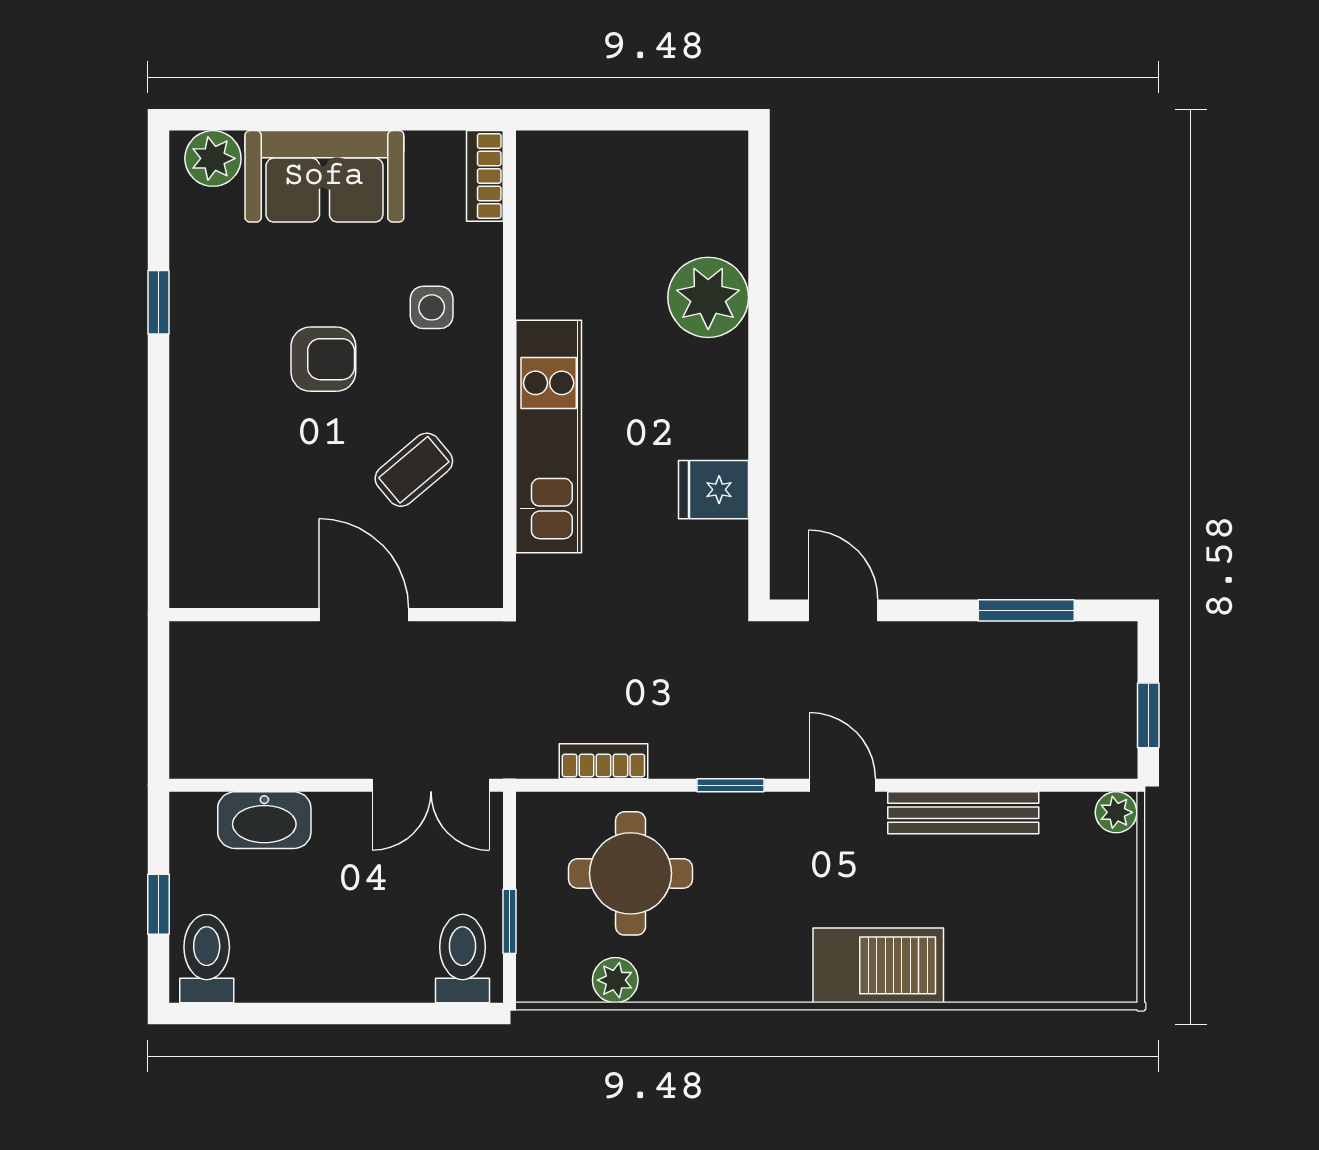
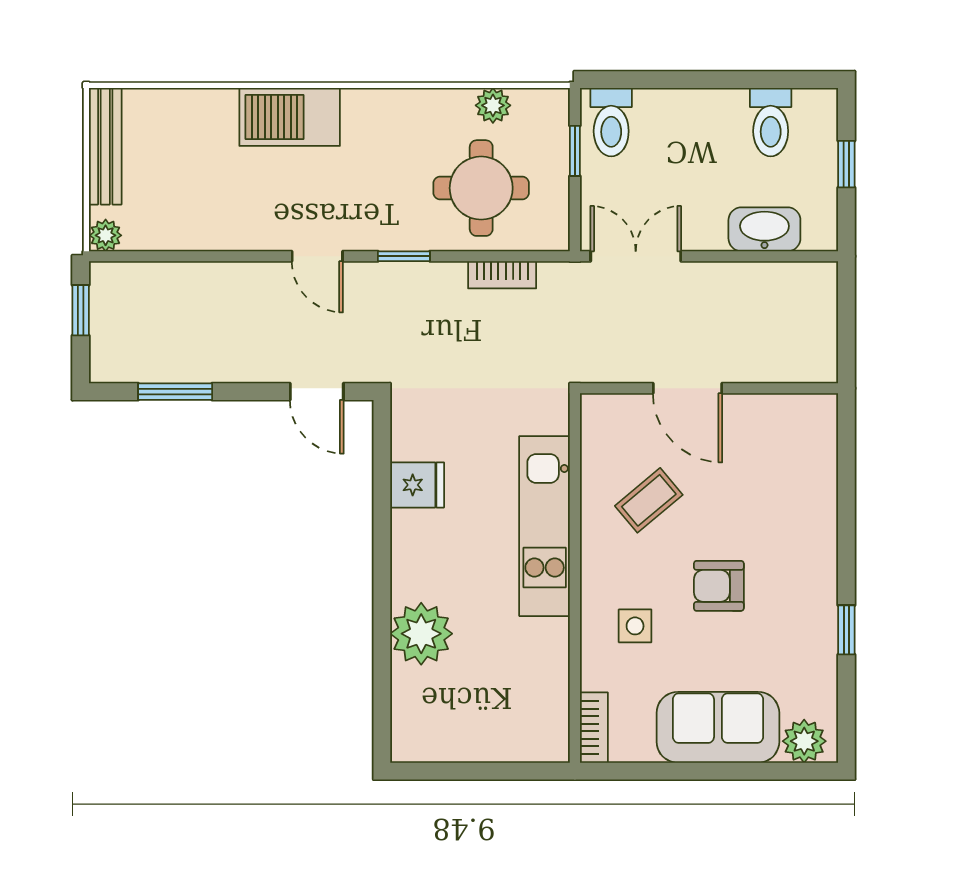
bench: (963, 813) -> (105, 146), moved, turned 90
toilet: (207, 959) -> (771, 122), moved

